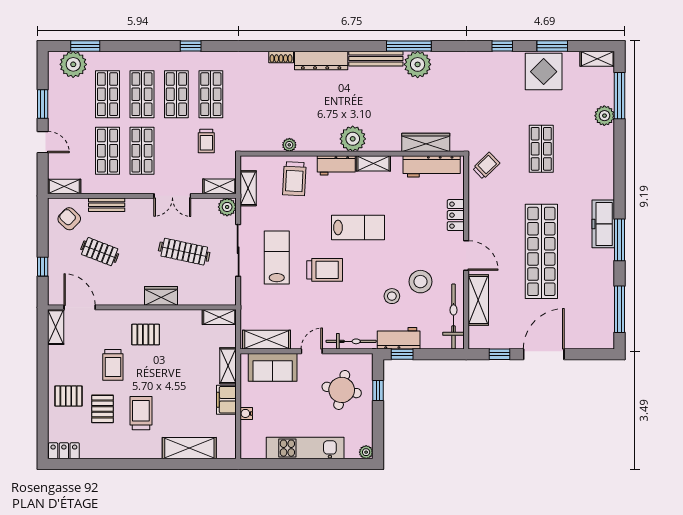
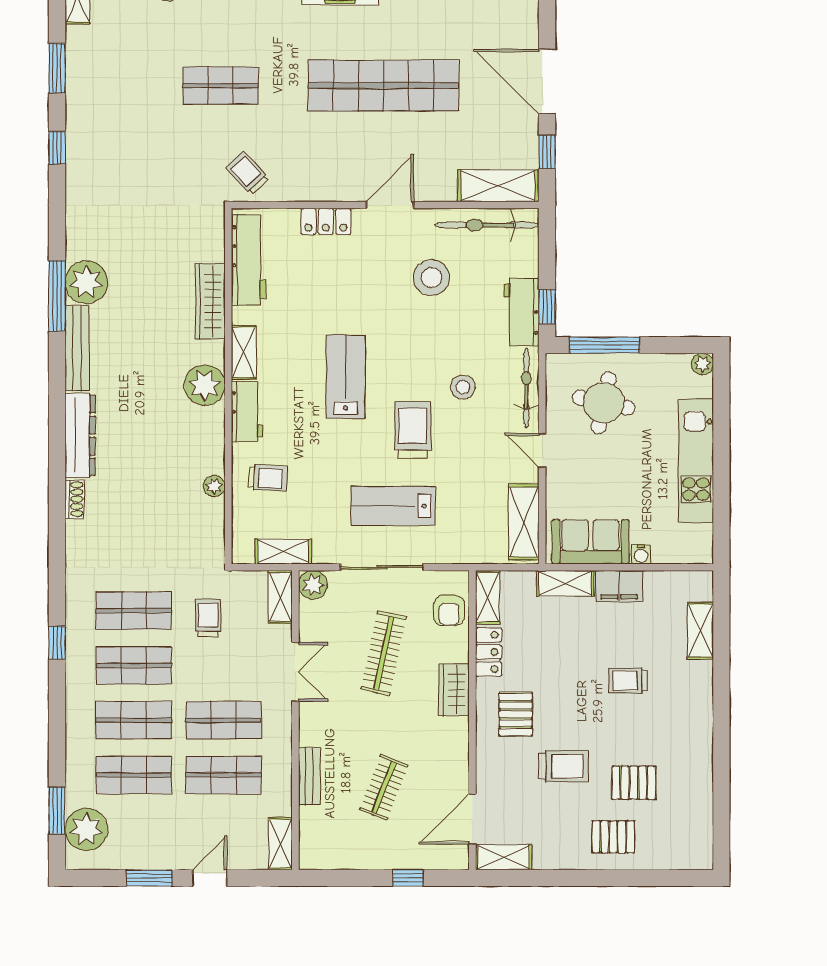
display table: (544, 72) -> (98, 82), removed
trolley: (206, 141) -> (208, 618), turned -90
wardrobe: (426, 142) -> (210, 301), moved
trolley: (294, 179) -> (268, 478), width x0.73, depth x0.72
armchair: (69, 219) -> (449, 611), moved, turned -44
stool: (392, 296) -> (463, 387), moved
shelving: (478, 300) -> (498, 186), moved
sofa: (273, 367) -> (591, 542), moved, turned -90
window: (378, 390) -> (604, 345), width x2.17
pallet: (68, 396) -> (613, 837), turned 90
trolley: (141, 413) -> (628, 681), moved, width x0.73, depth x0.72
shelving: (189, 448) -> (700, 631), width x0.67, depth x0.75
locker: (64, 451) -> (489, 652), moved, turned 180

